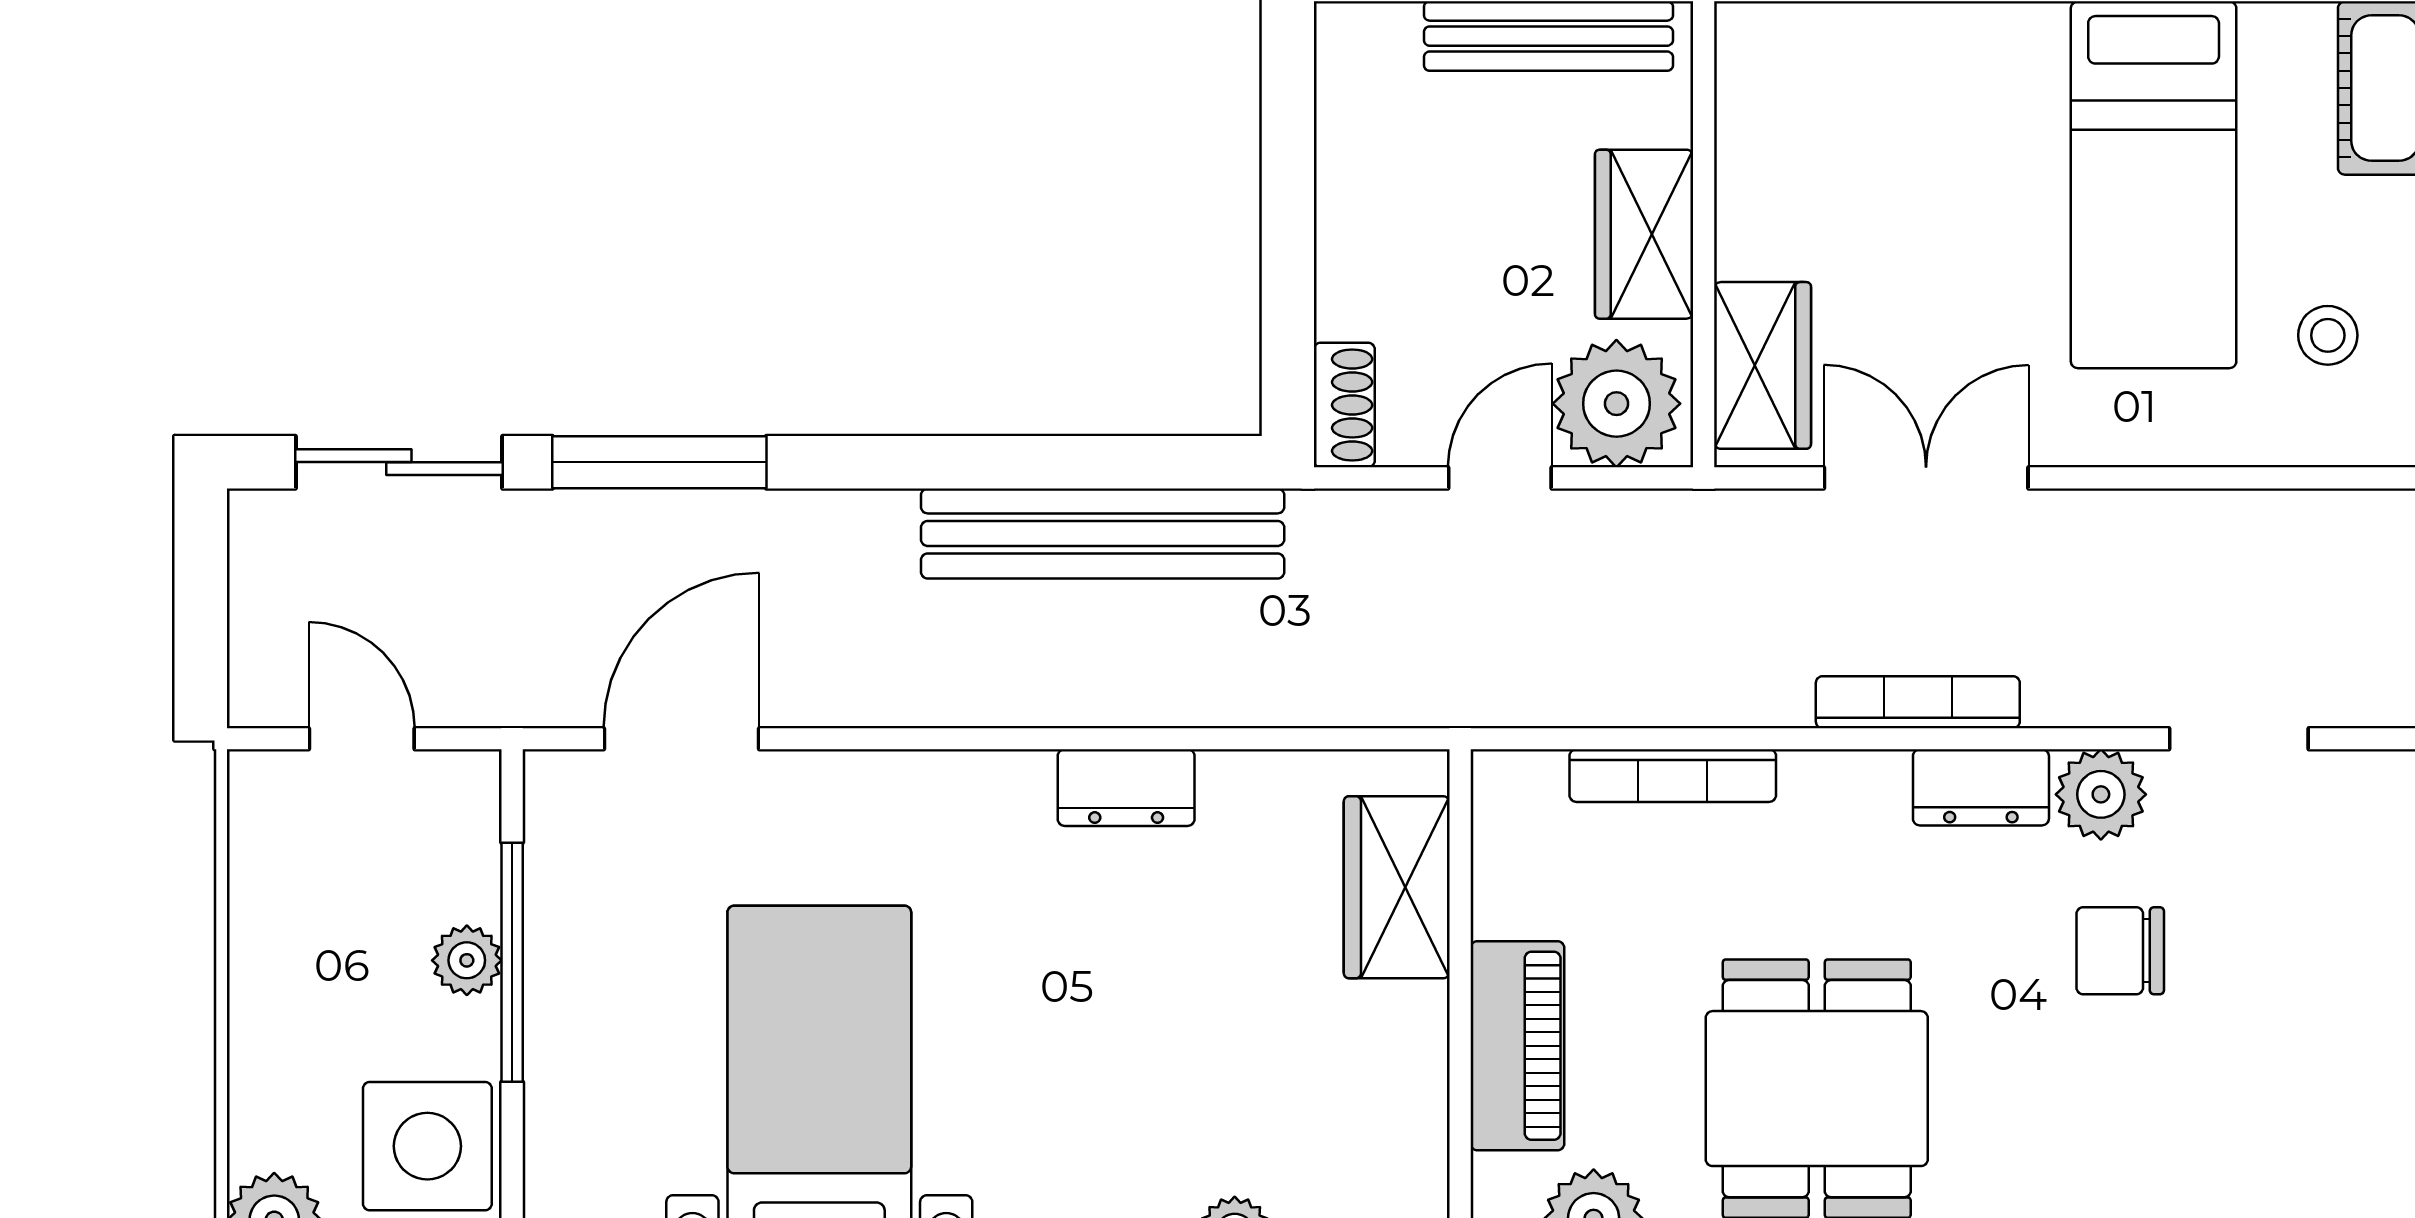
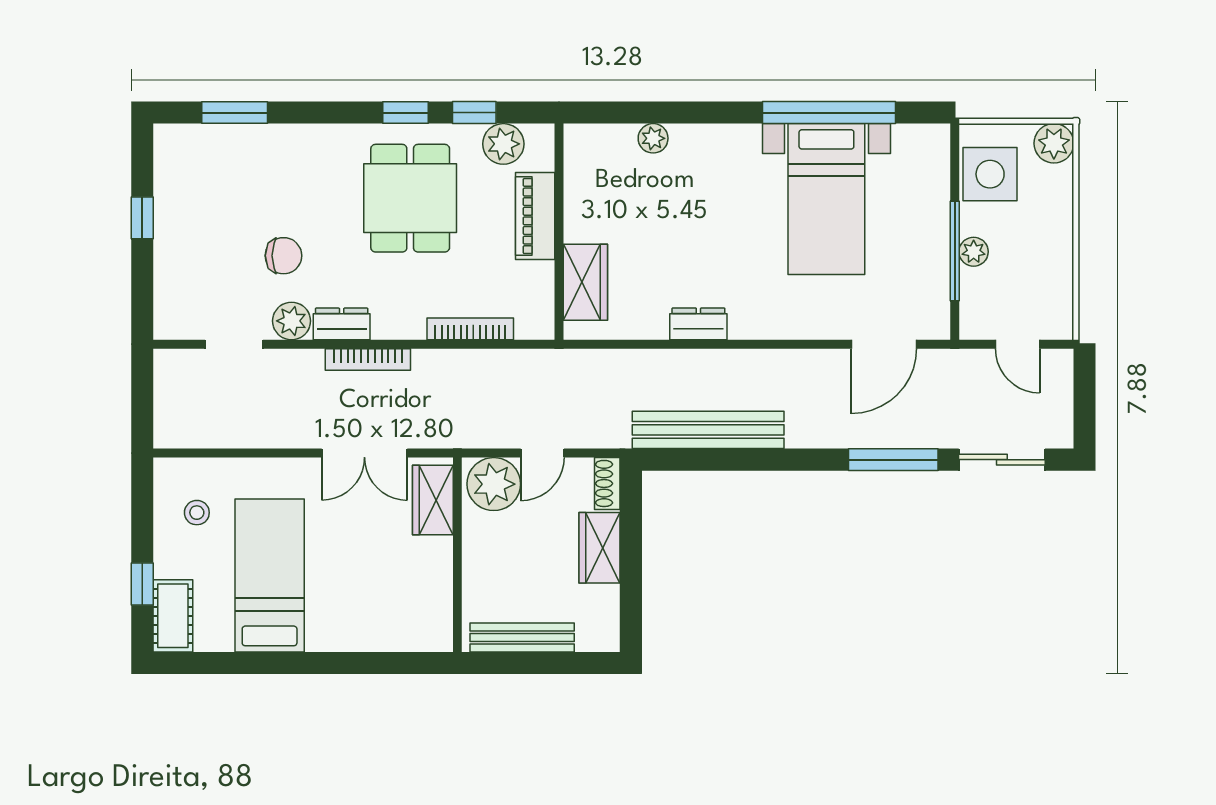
wardrobe: (1644, 234) -> (600, 548), moved, turned 180

